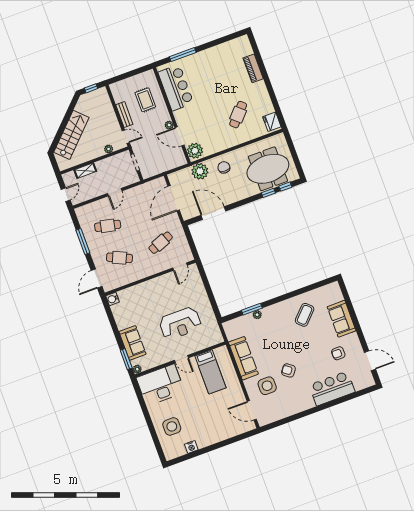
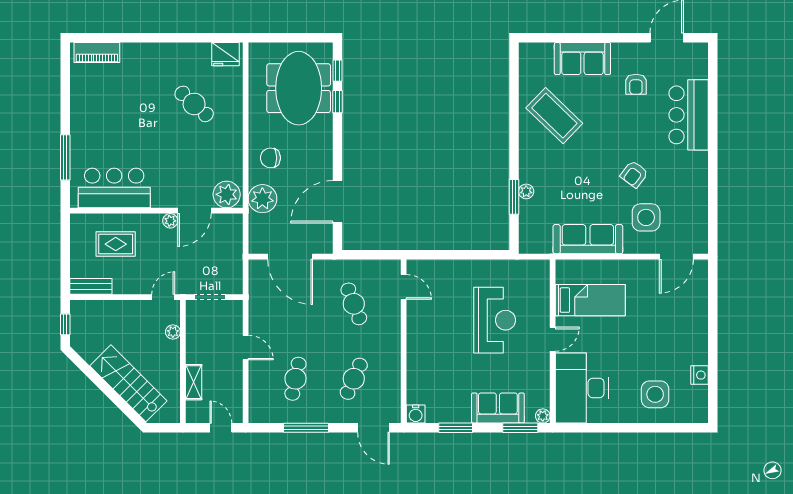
piano: (253, 68) -> (97, 53), moved
bench: (124, 115) -> (91, 286), moved
coffee table: (305, 315) -> (554, 116), width x1.36, depth x1.32
window: (113, 324) -> (456, 428), added

